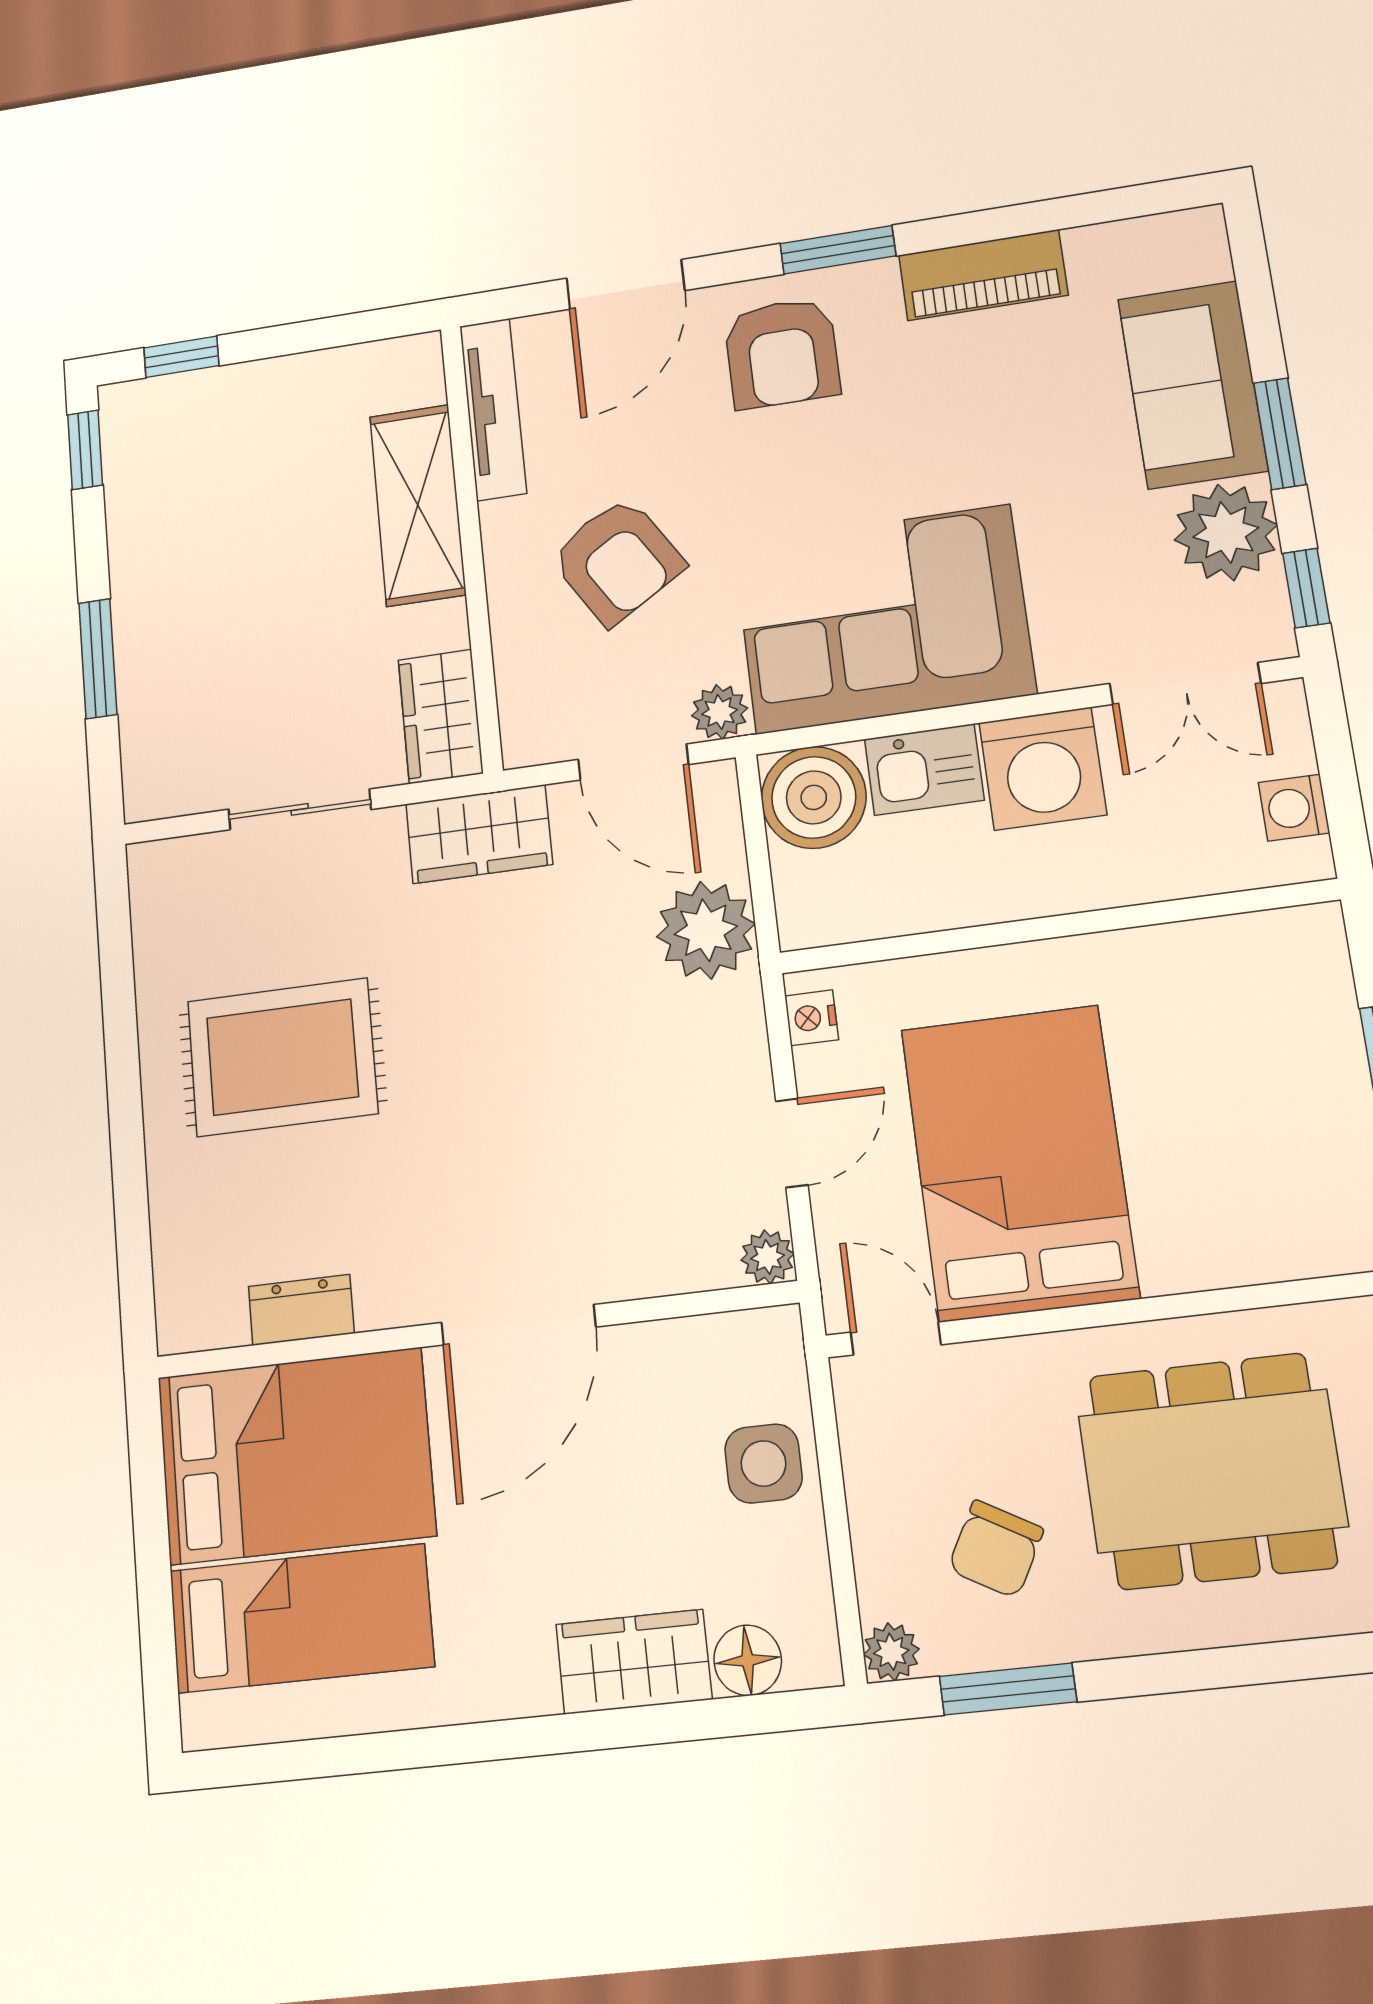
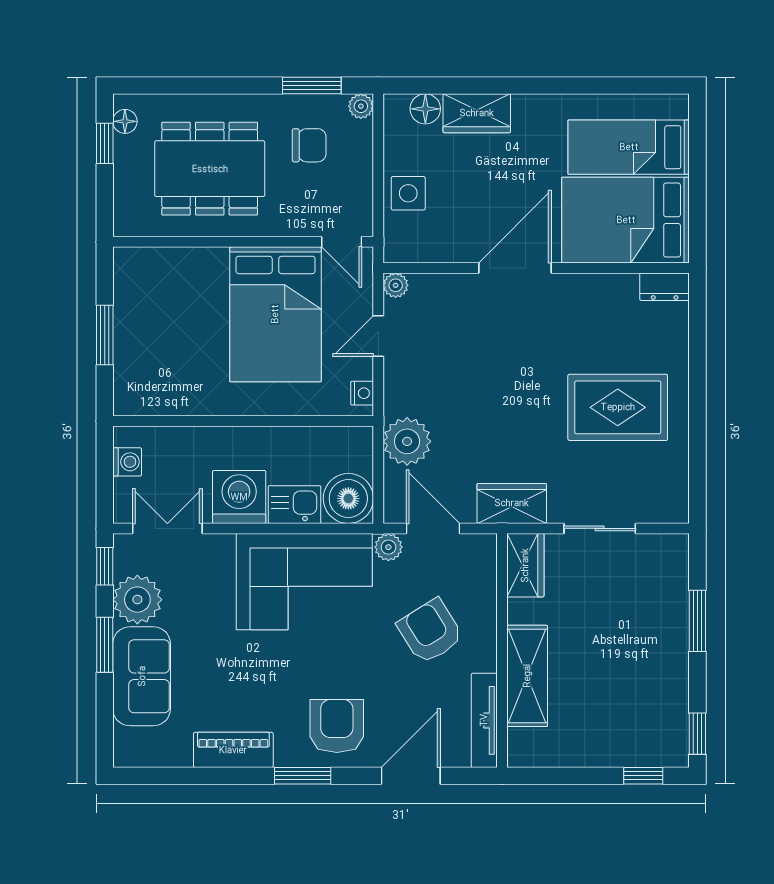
dresser: (301, 1310) -> (665, 287), moved
chair: (996, 1549) -> (309, 145), turned 61

